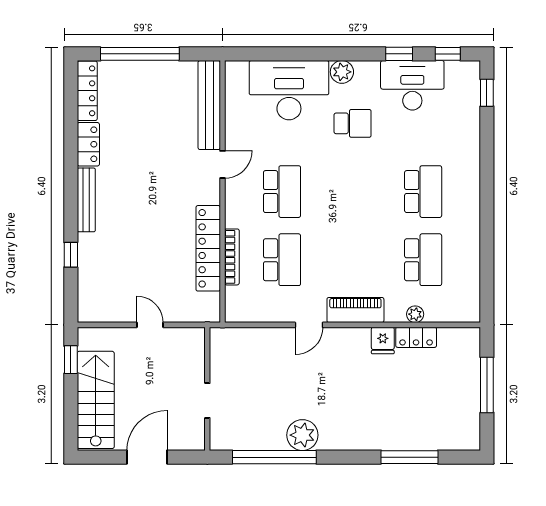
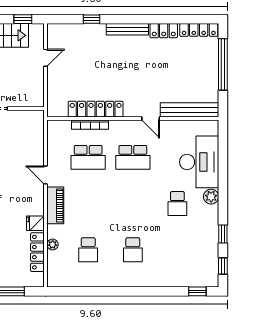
desk: (412, 85) -> (202, 243), removed
school desk: (423, 192) -> (133, 250), width x0.54
school desk: (423, 260) -> (88, 250), width x0.54
door: (150, 325) -> (46, 58), moved
locker: (416, 337) -> (37, 252), width x1.53

